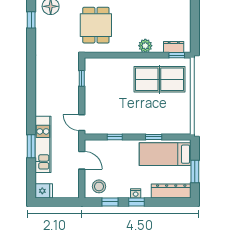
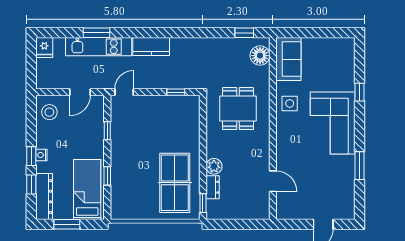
dining table: (96, 25) -> (238, 109), turned 90
dresser: (174, 47) -> (213, 187), moved
kitchen counter: (43, 100) -> (151, 46), added
window: (110, 202) -> (31, 185), moved

